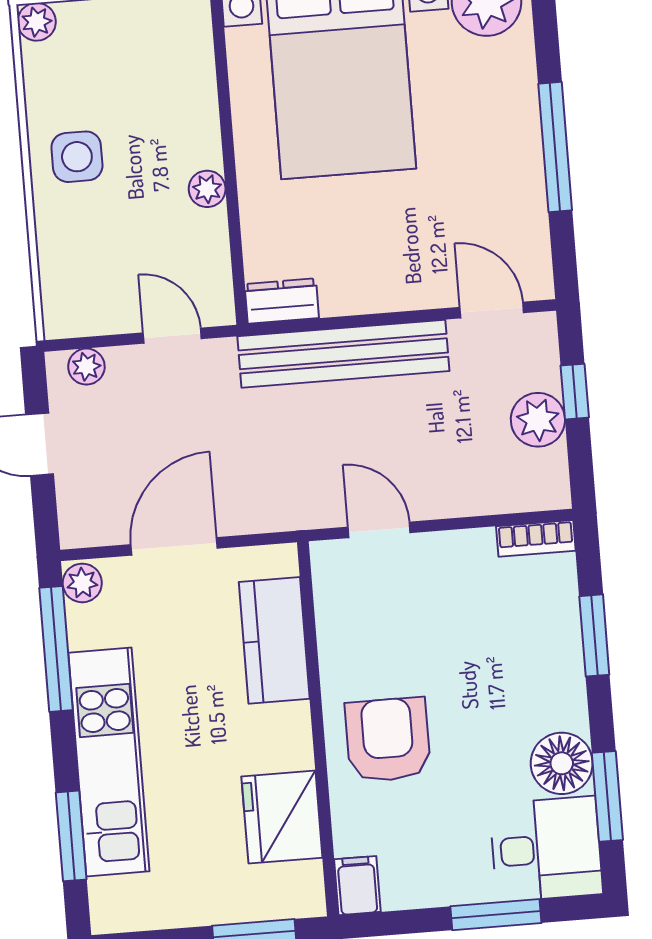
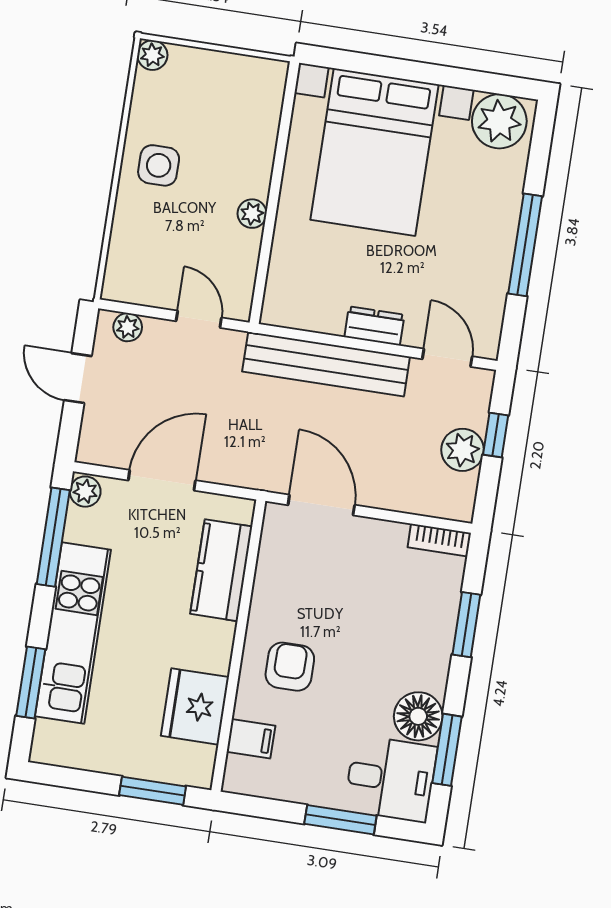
dresser: (282, 301) -> (374, 326), moved
door: (379, 530) -> (321, 505), width x1.38
armchair: (388, 740) -> (290, 667), width x0.72, depth x0.72
filing cabinet: (357, 886) -> (251, 739), moved, turned 90

